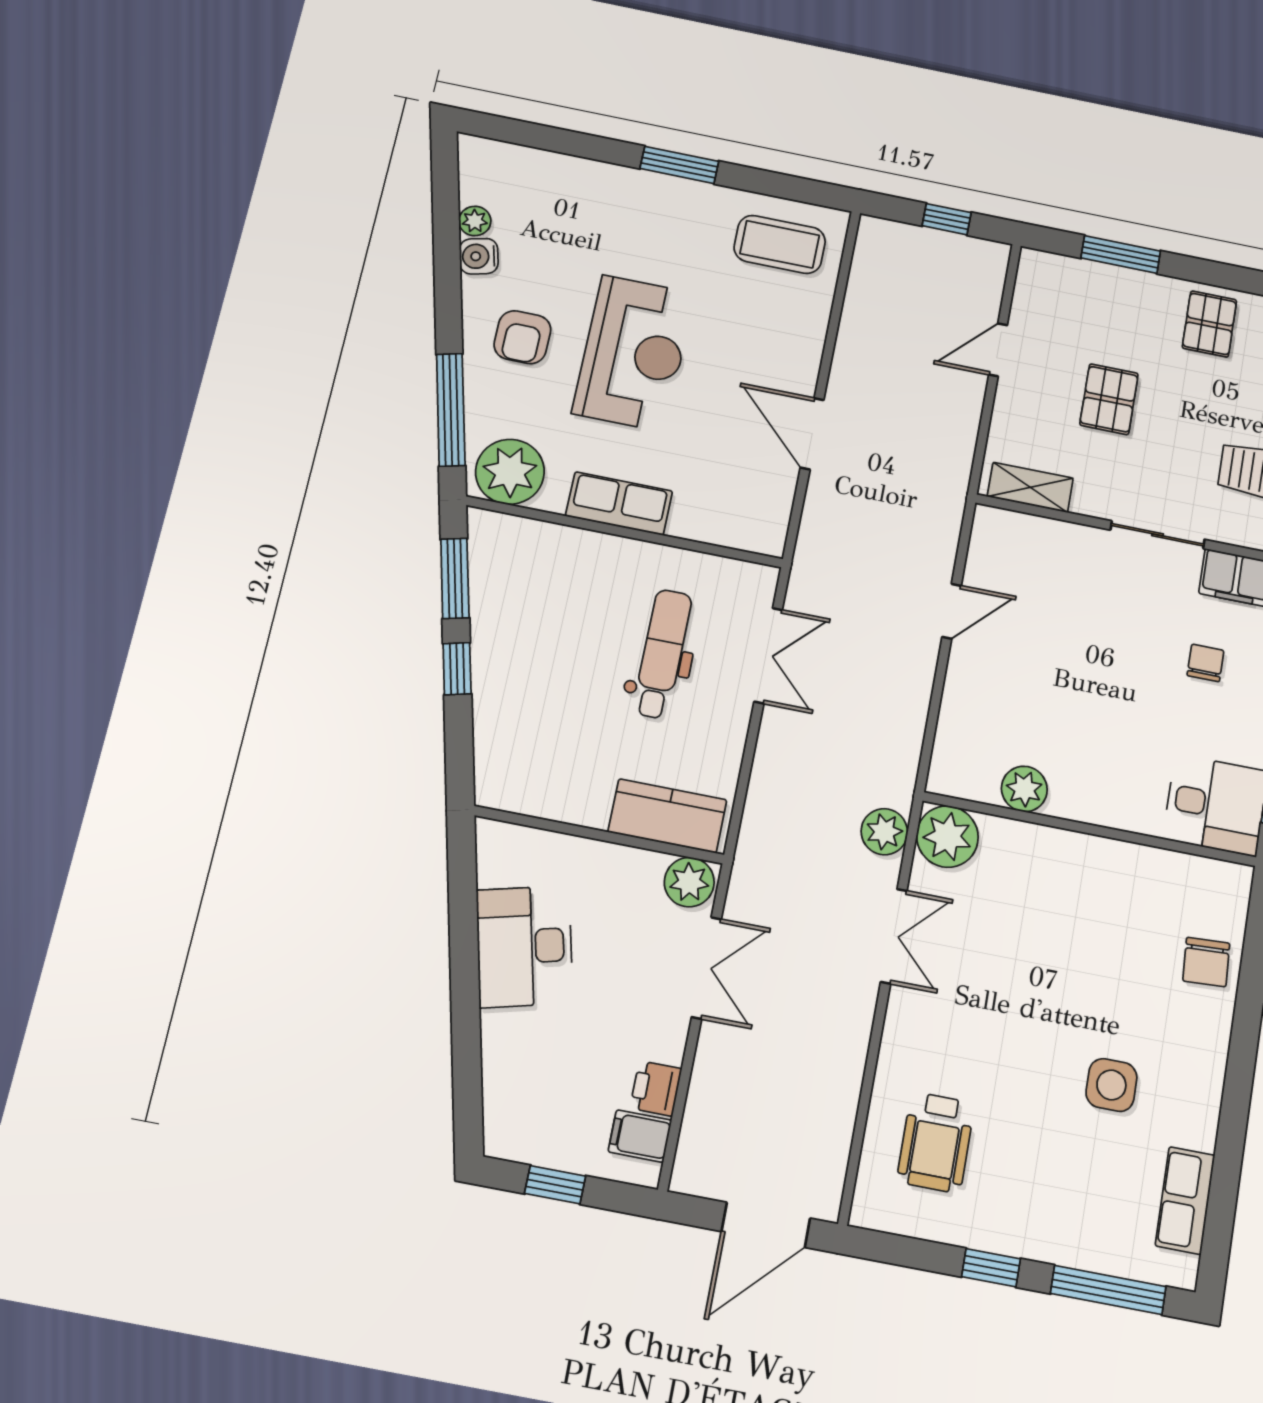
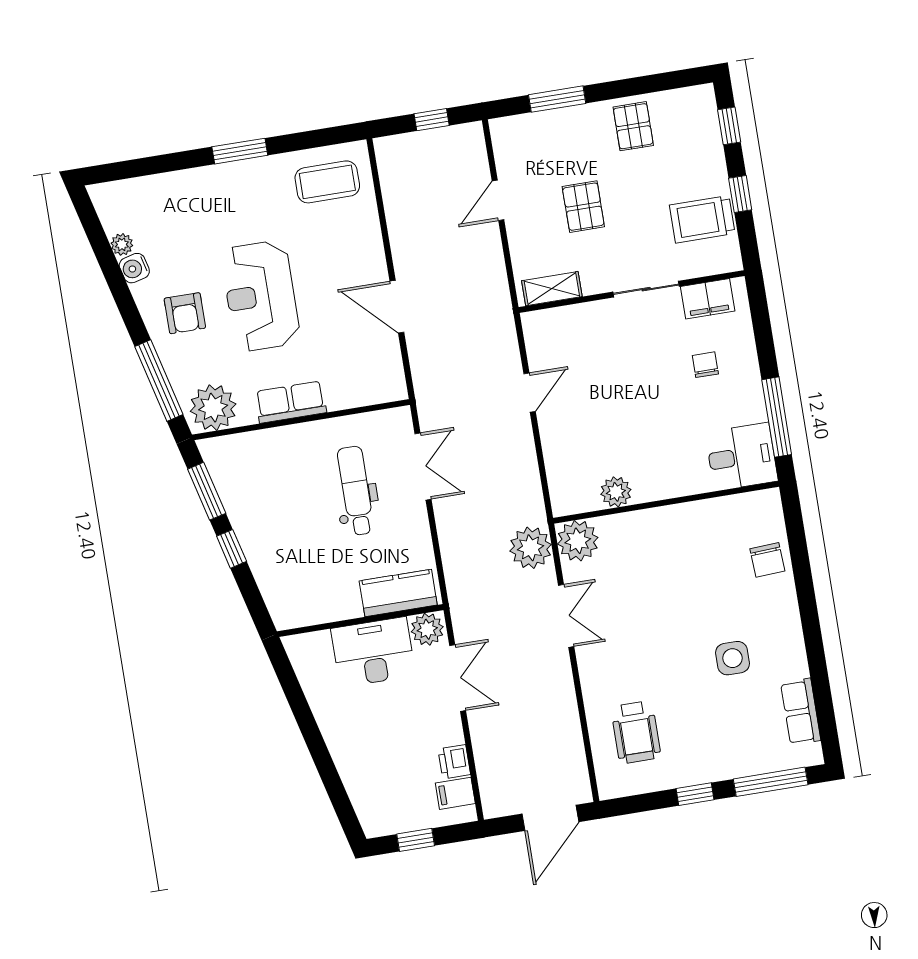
reception desk: (634, 353) -> (261, 296), turned 180
plant: (884, 832) -> (531, 548), width x1.36, depth x1.36
desk: (524, 946) -> (373, 652), moved, turned 104

